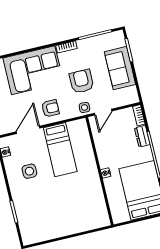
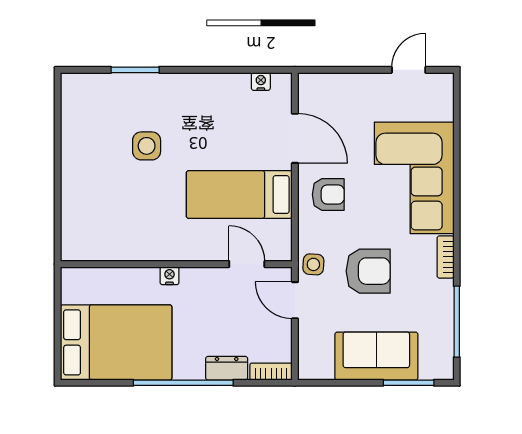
armchair: (50, 108) -> (328, 195), turned -90
door: (92, 138) -> (247, 264), added
side table: (29, 171) -> (147, 146), moved

